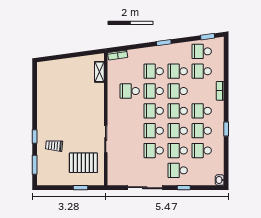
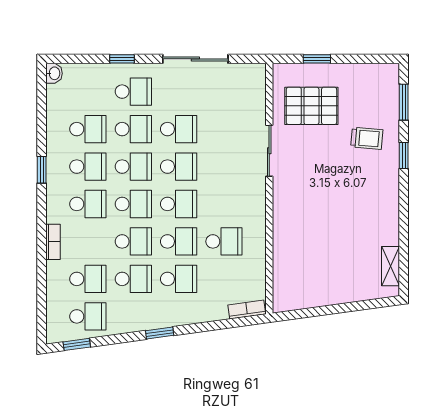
shelving: (99, 72) -> (391, 266), moved

